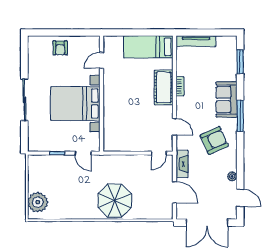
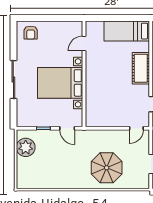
armchair: (60, 48) -> (31, 33), moved
parasol: (115, 201) -> (107, 168), moved
plant: (38, 202) -> (26, 147), moved

